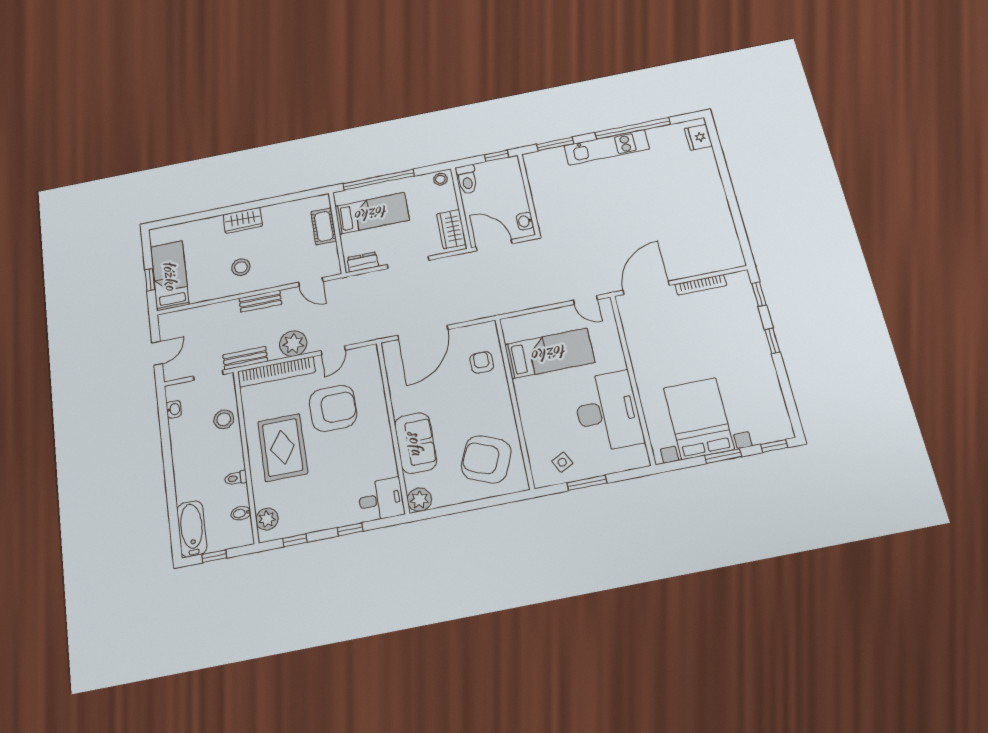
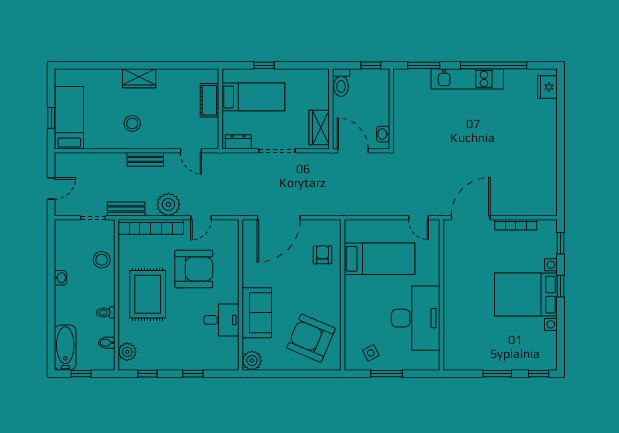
stool: (440, 179) -> (318, 77), removed
window: (379, 180) -> (264, 65), width x0.32
washbasin: (174, 409) -> (61, 278), moved
bed with nightstands: (699, 418) -> (526, 295), moved, turned -90
desk: (381, 499) -> (221, 320), moved

